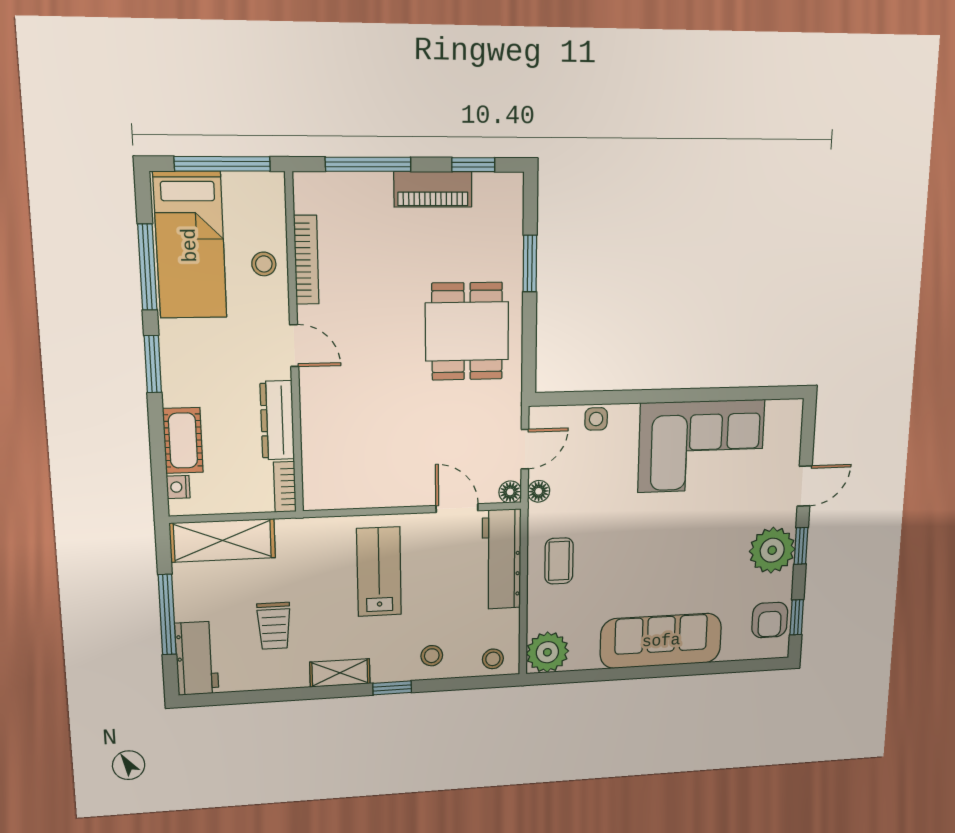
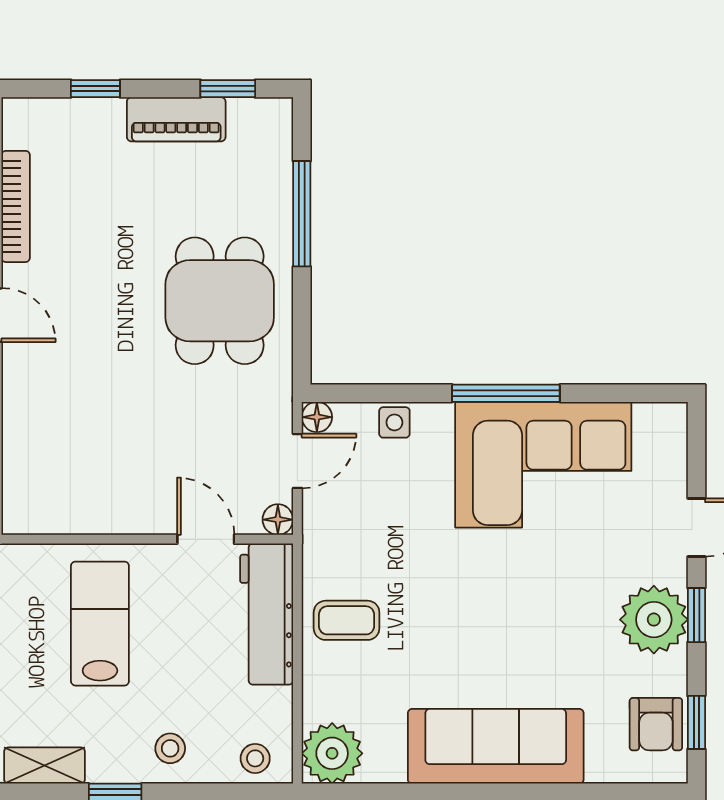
window: (368, 164) -> (95, 89), width x0.46
window: (530, 264) -> (302, 214), width x1.44
window: (677, 396) -> (506, 393), added
floor lamp: (539, 491) -> (317, 417), moved
coffee table: (559, 561) -> (347, 620), turned 90

